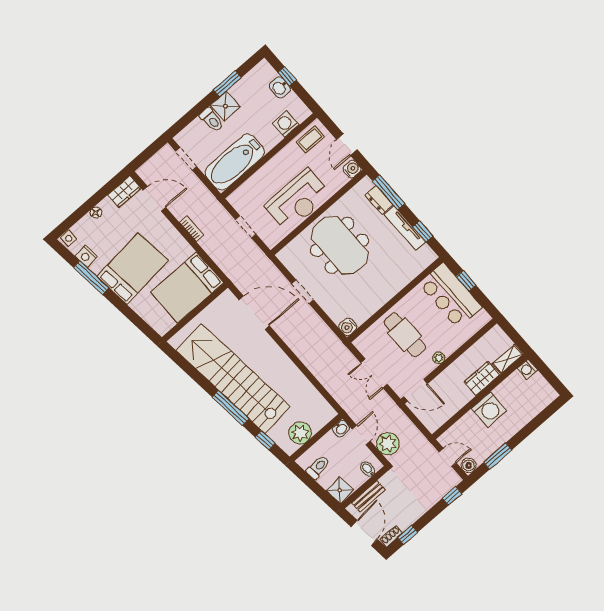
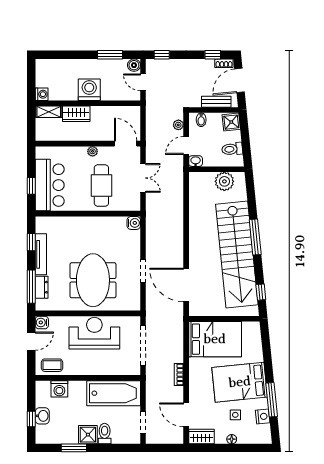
doorway: (246, 227) -> (143, 345), width x1.88
side table: (69, 238) -> (235, 415), moved
window: (265, 440) -> (261, 292), moved
plant: (388, 444) -> (178, 125), width x0.53, depth x0.53

